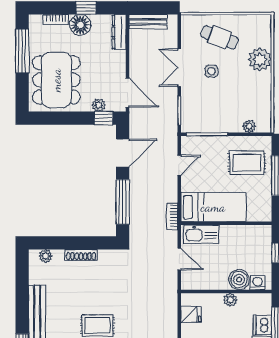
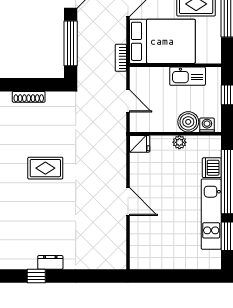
bed: (213, 207) -> (162, 41), width x1.50
kitchen sink: (201, 234) -> (188, 76), moved
fridge: (191, 314) -> (140, 144), moved

